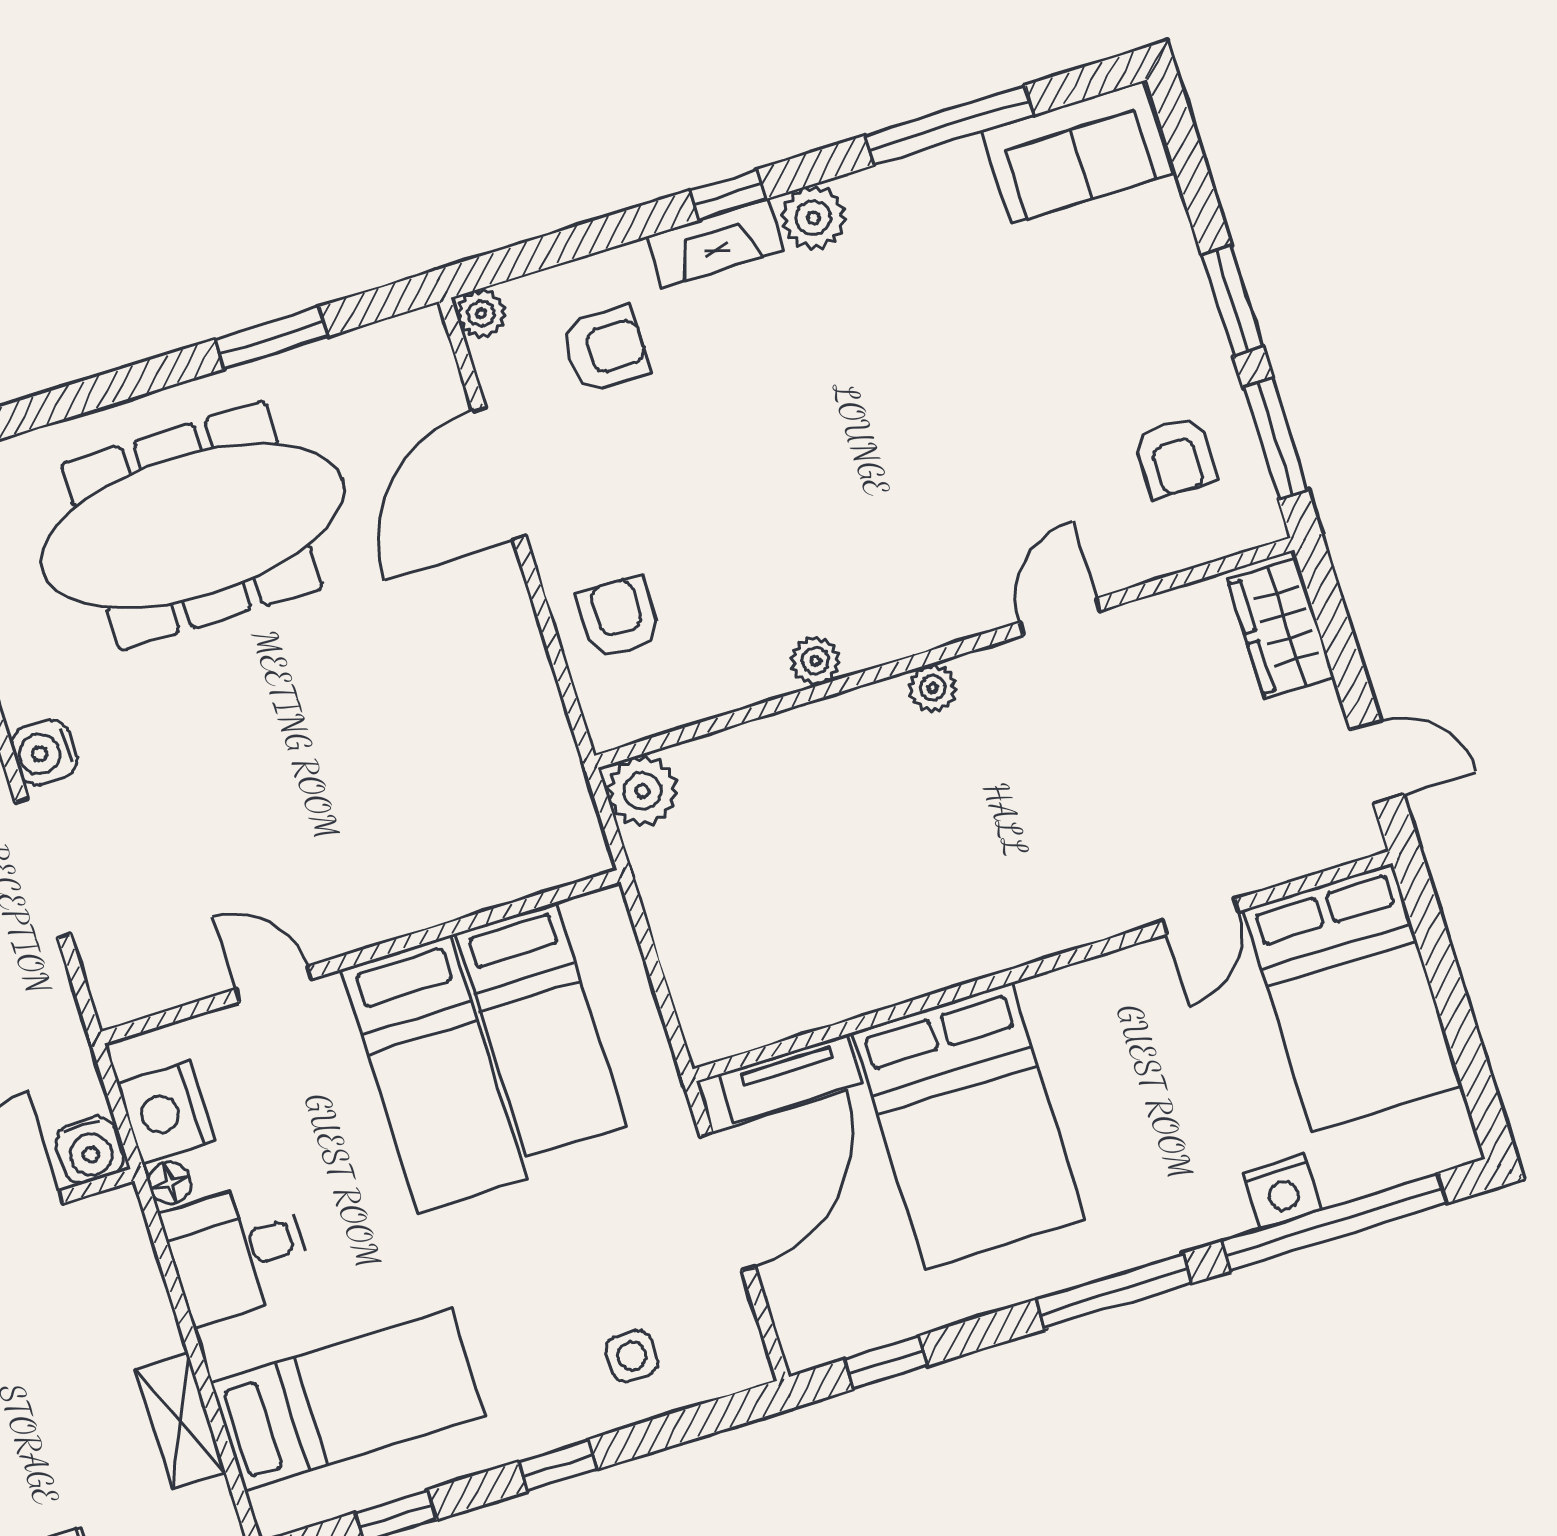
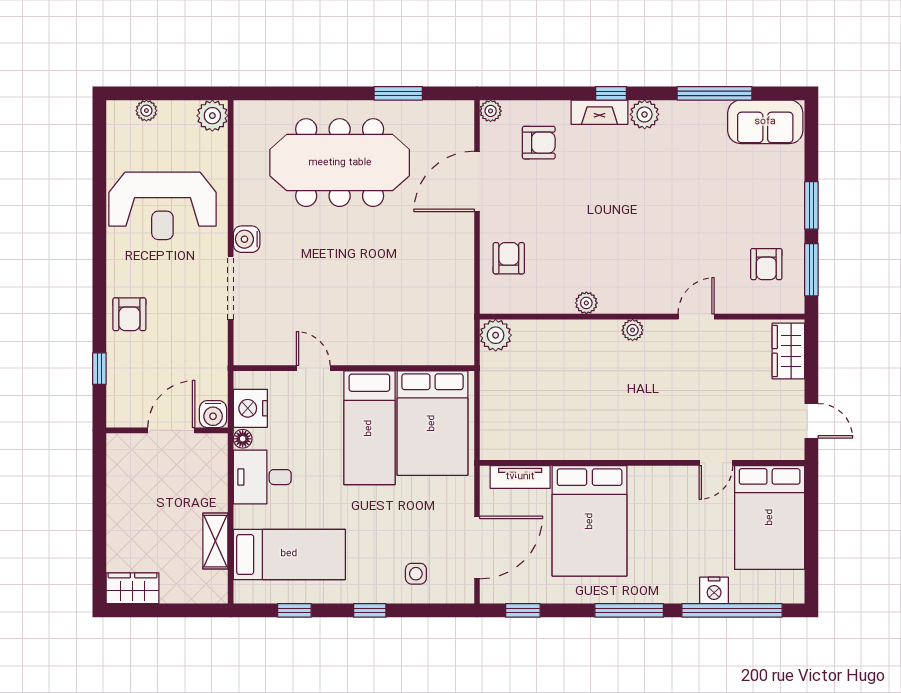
bed: (541, 1030) -> (432, 423), width x1.50
door: (727, 1202) -> (477, 547), moved

